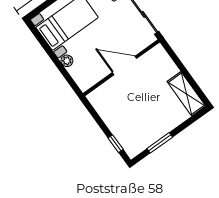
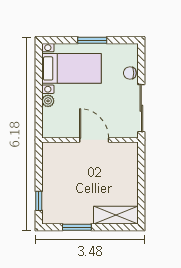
shelving: (186, 94) -> (116, 215), moved, turned 90

